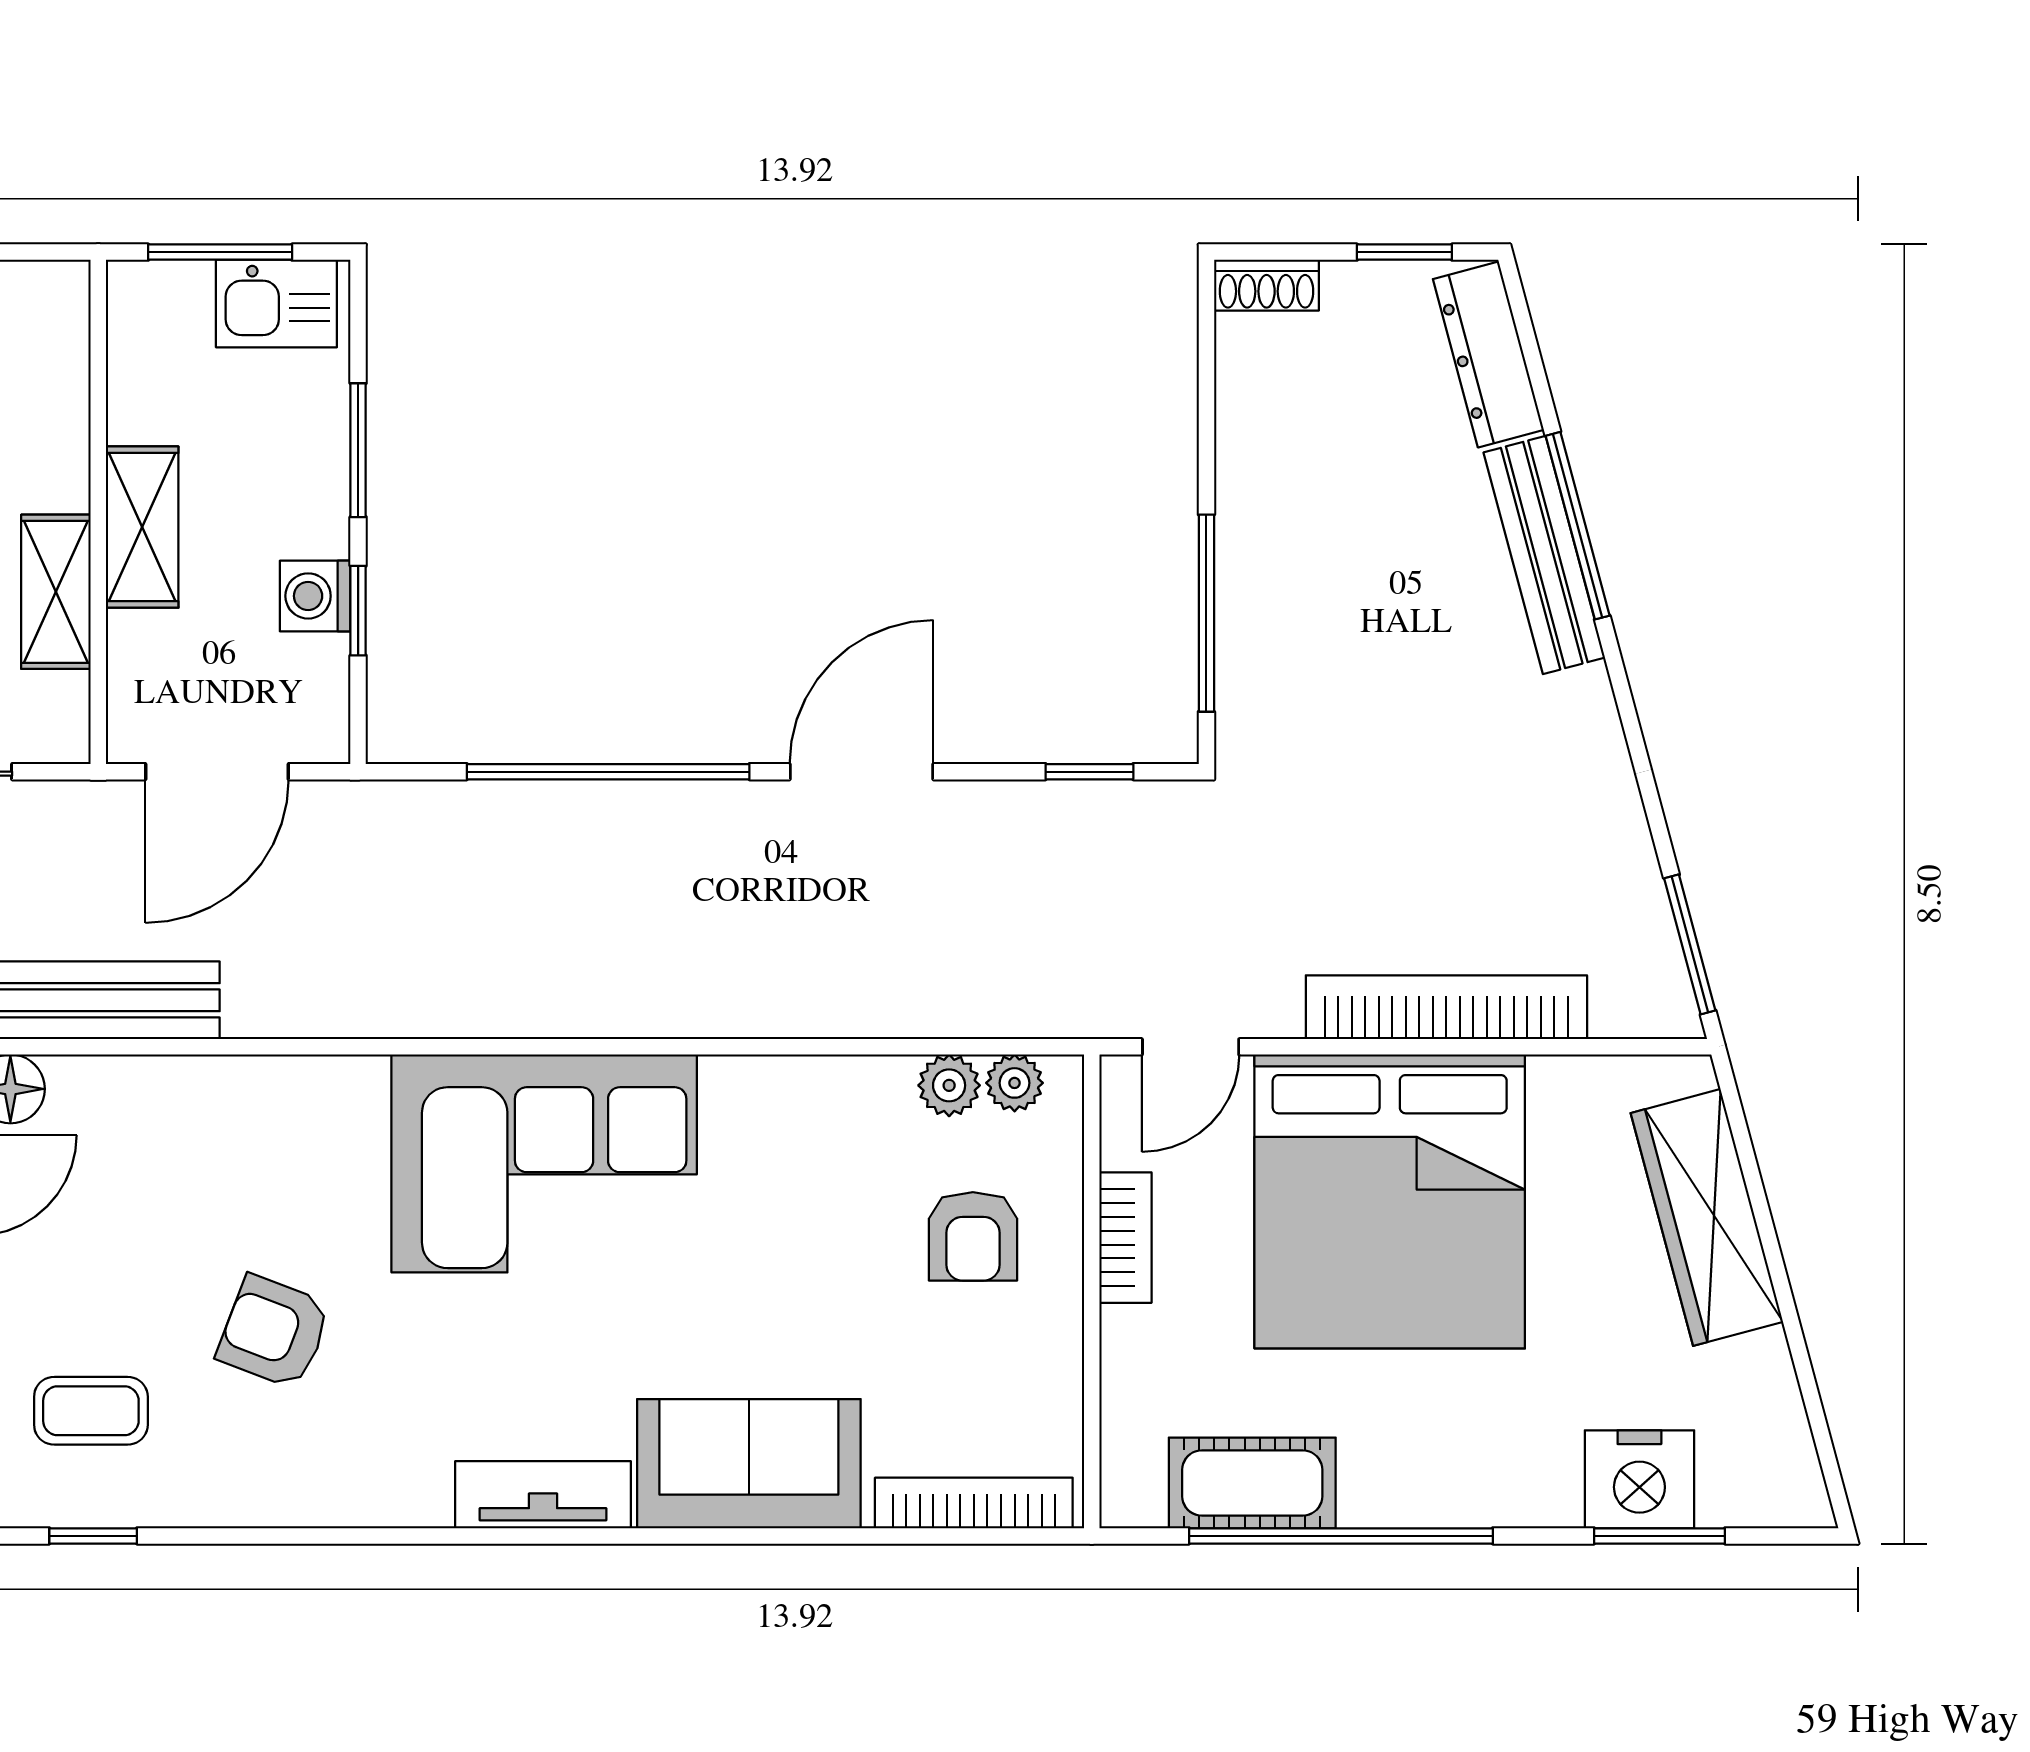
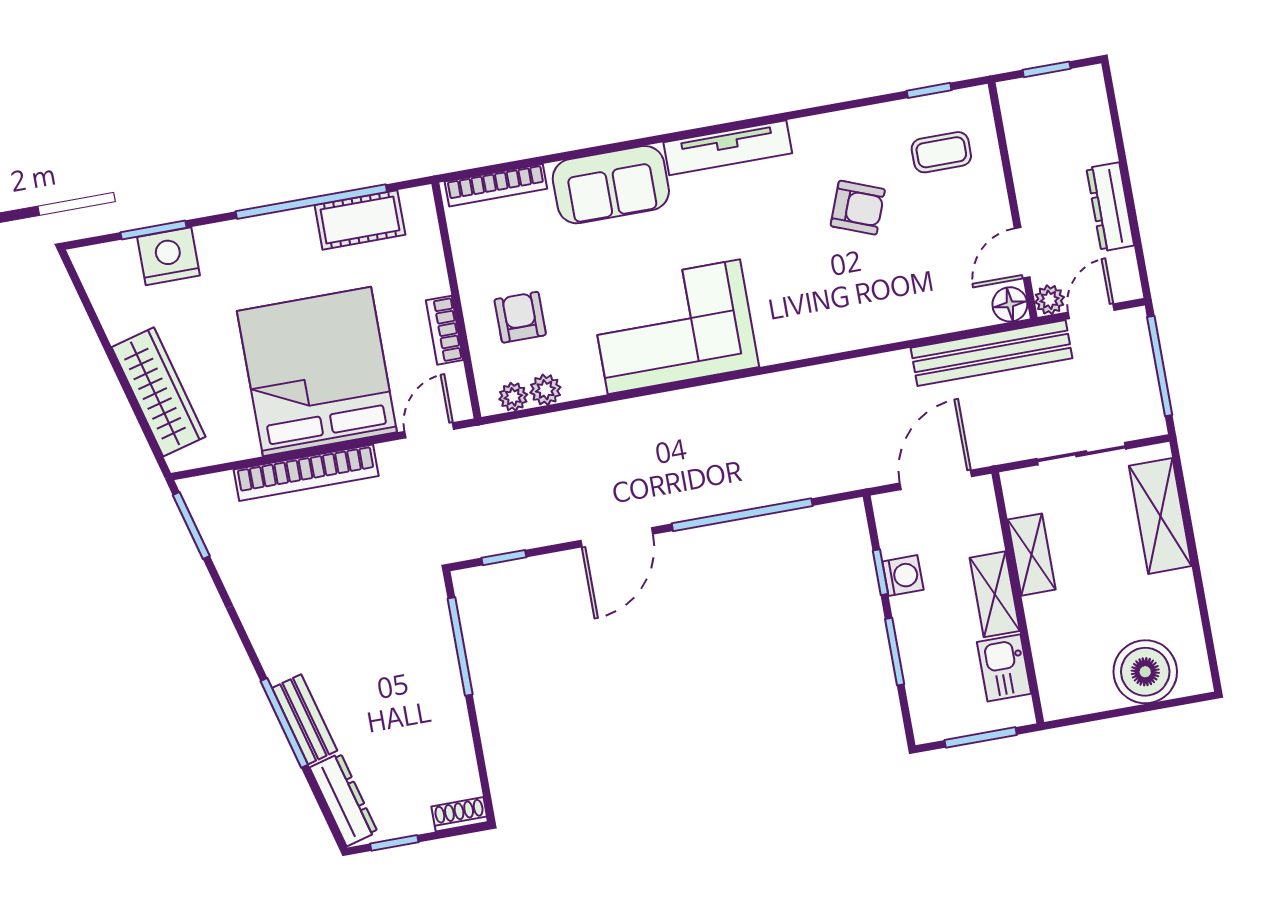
kitchen sink: (276, 304) -> (1004, 668), moved, turned -90
bench: (1544, 555) -> (305, 719), width x0.73
corner sofa: (544, 1163) -> (674, 327), moved
tv unit: (543, 1495) -> (728, 148), width x1.41

